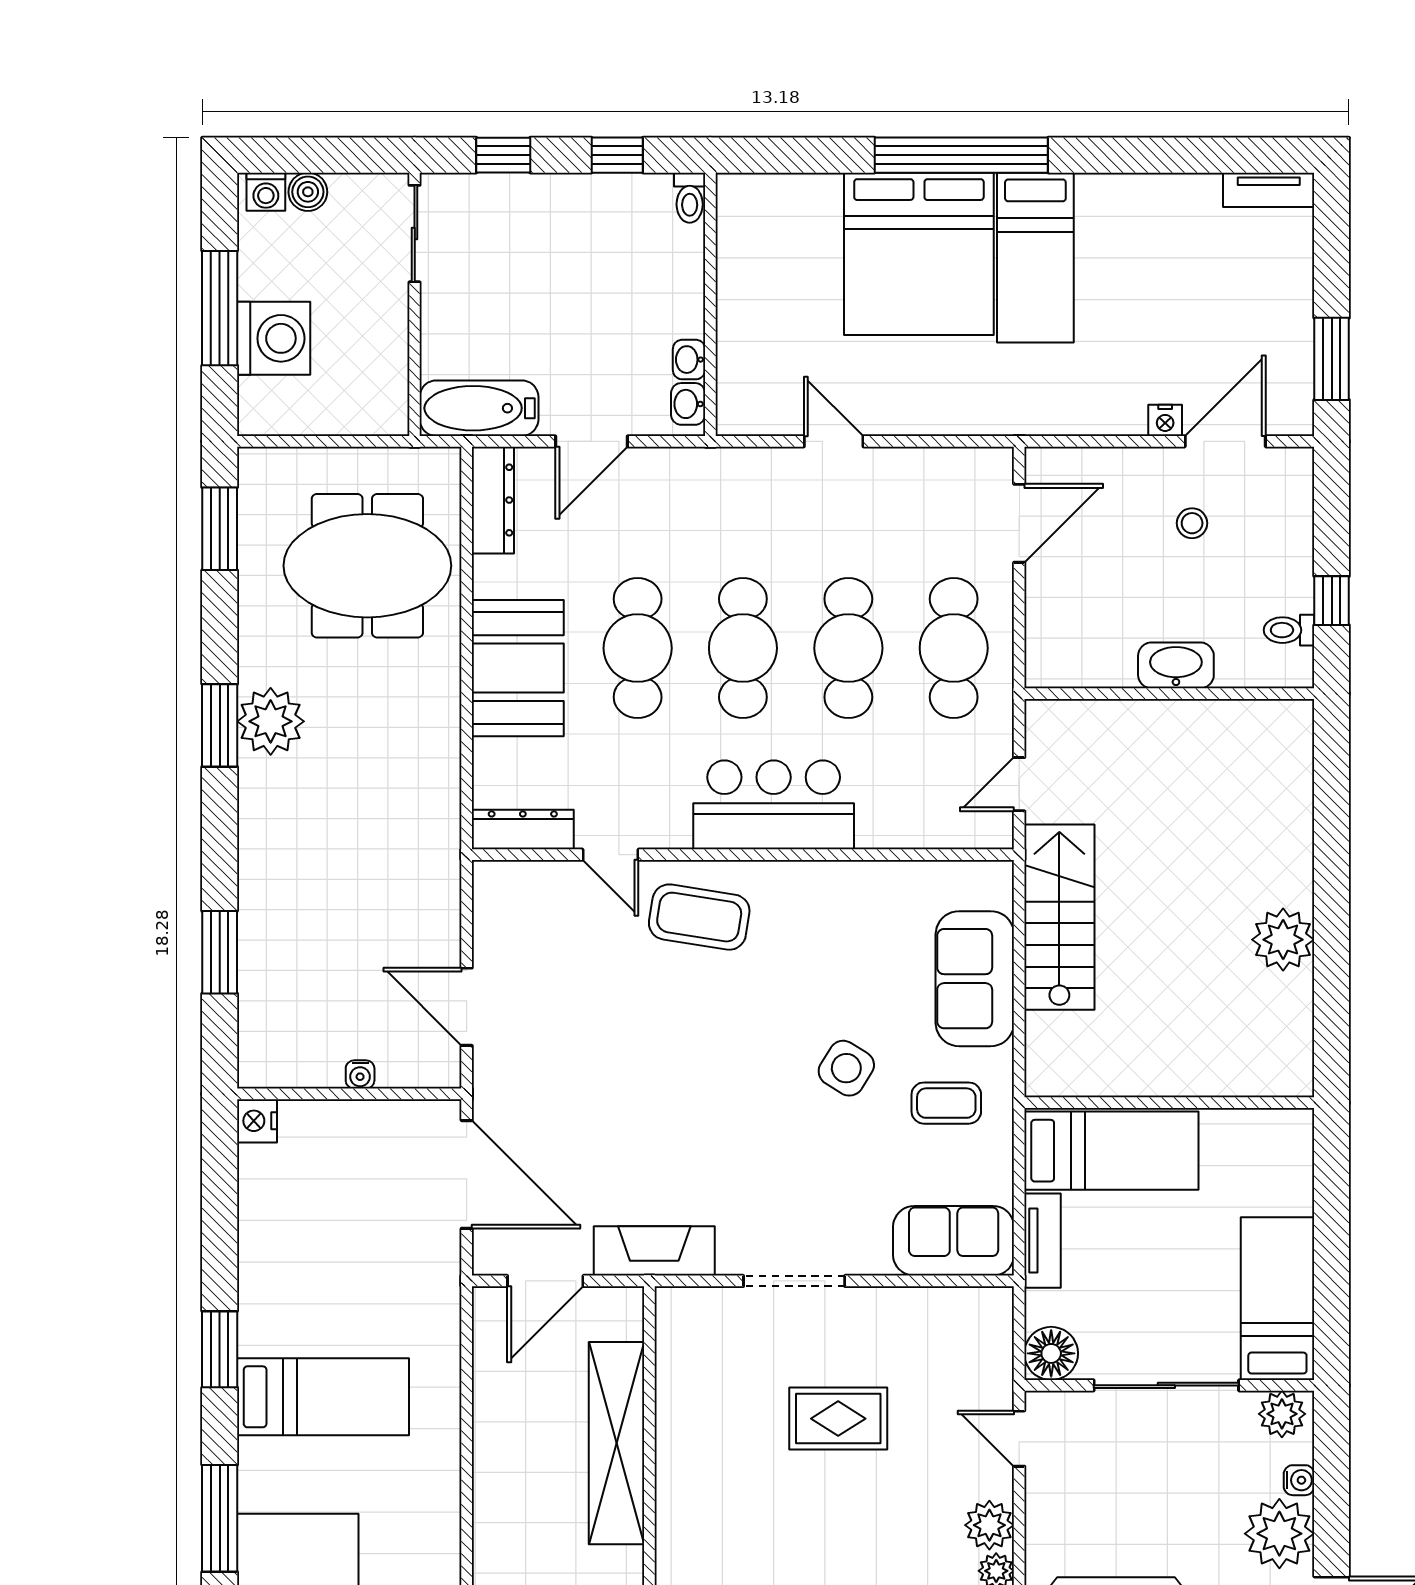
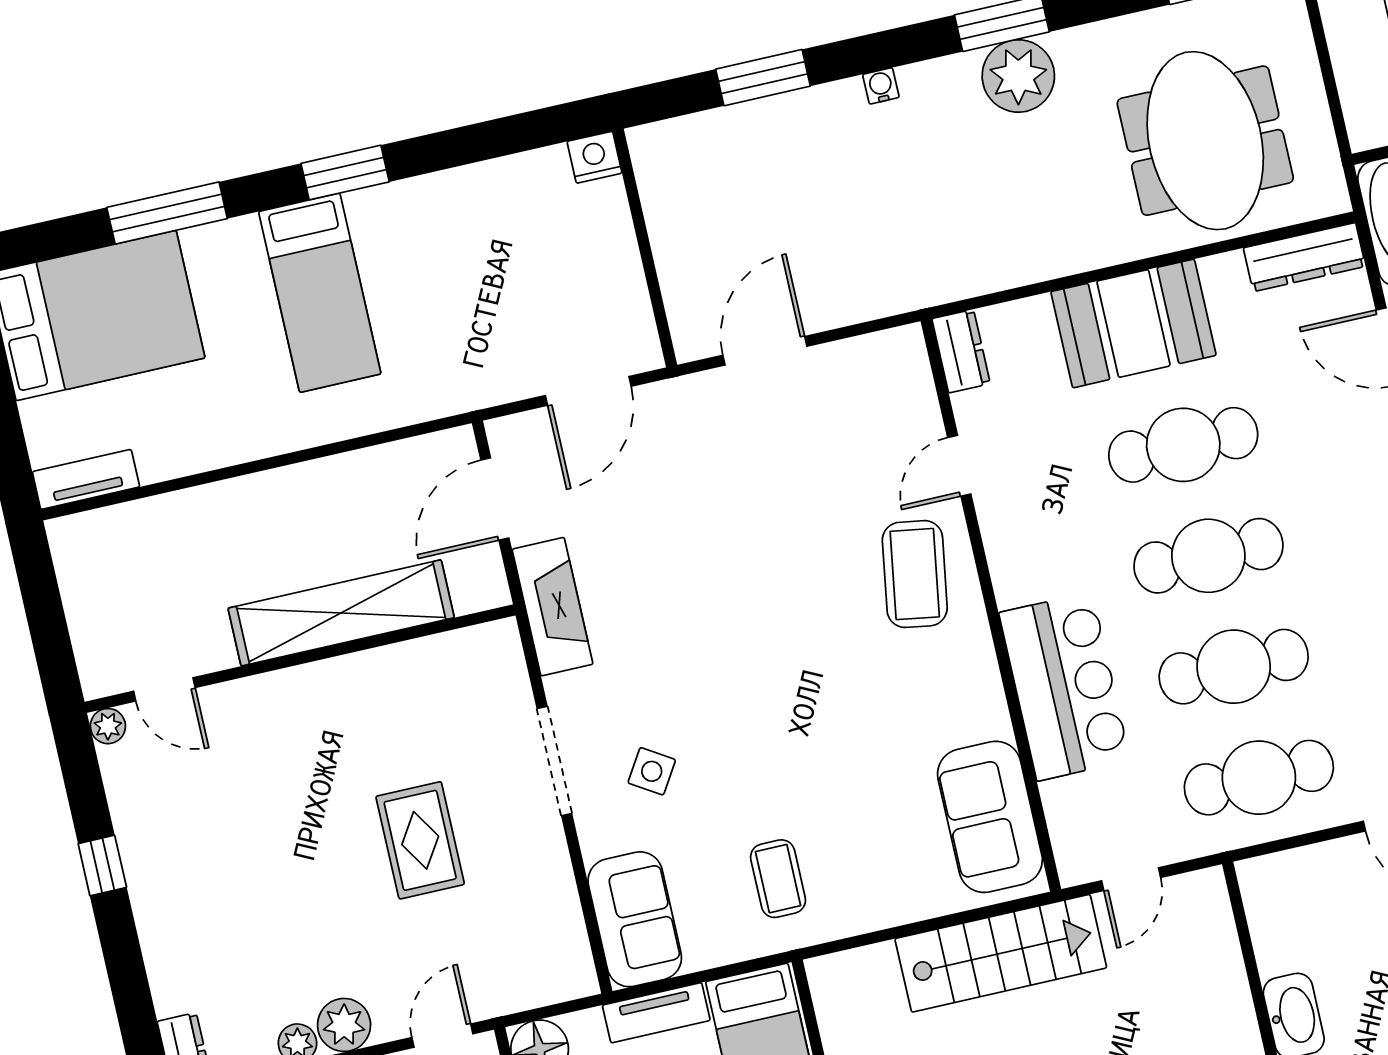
door: (1019, 784) -> (1131, 879), swing flipped
bar counter: (774, 805) -> (1065, 686), moved
dresser: (523, 830) -> (961, 351), width x0.70
sofa: (975, 979) -> (990, 817), moved, turned -90
side table: (846, 1068) -> (652, 771), moved, width x0.73, depth x0.73
water cooler: (360, 1074) -> (881, 86), moved, turned 90
door: (467, 1174) -> (588, 391), width x0.73
door: (545, 1281) -> (495, 499), hinge flipped

